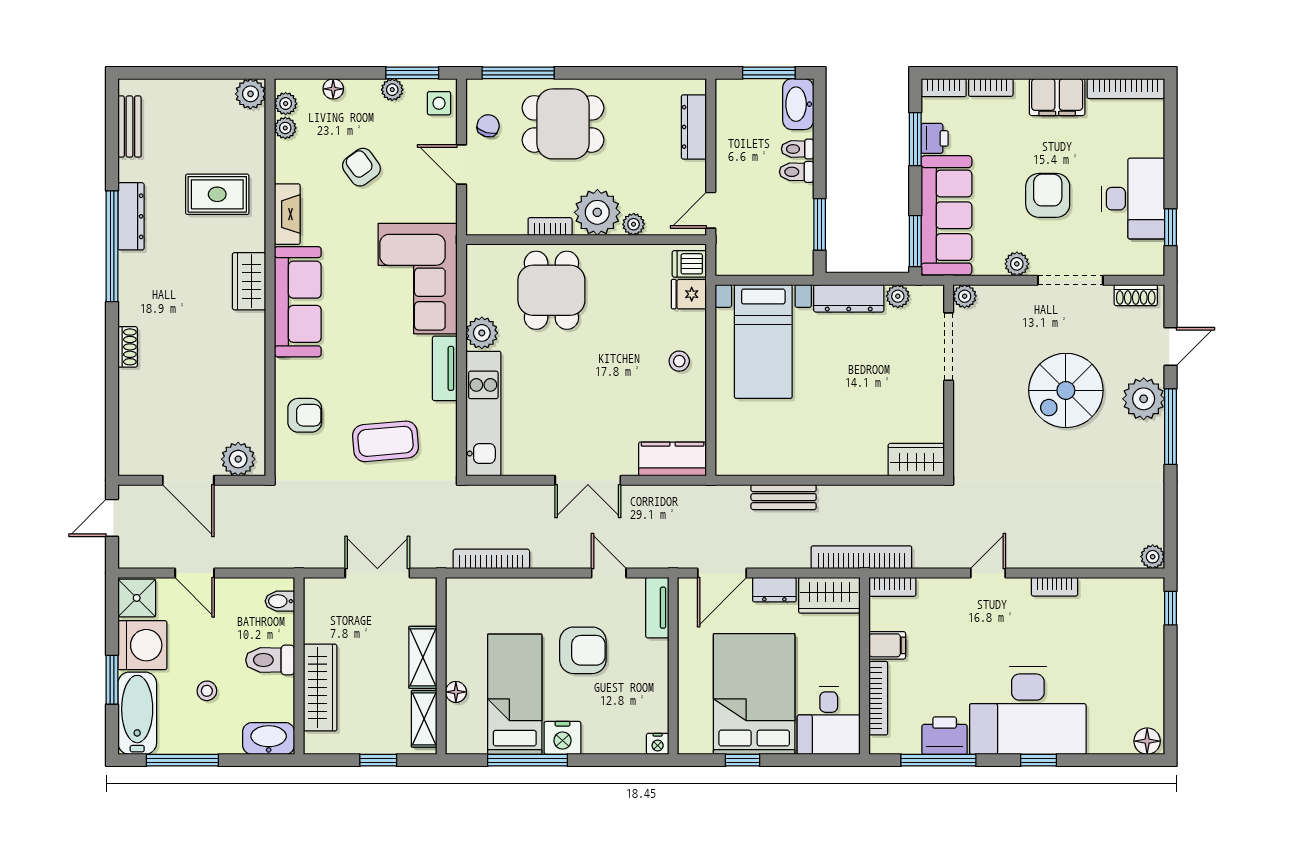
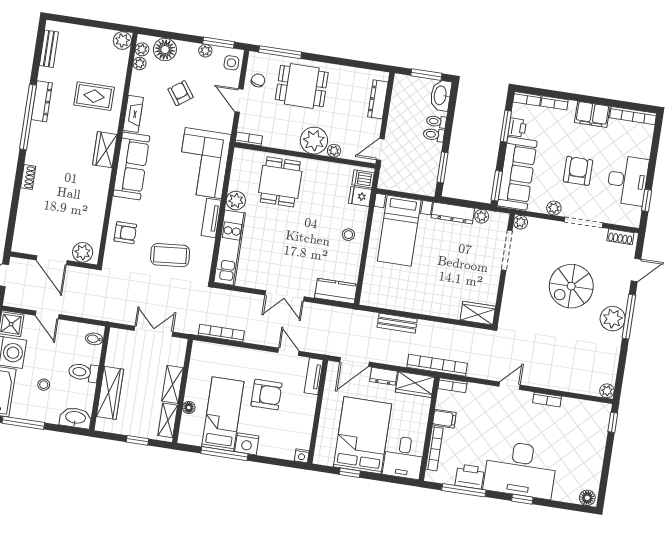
floor lamp: (333, 89) -> (165, 49), width x1.89, depth x1.89
bookcase: (550, 226) -> (249, 139), moved
plant: (1144, 399) -> (613, 319), moved

